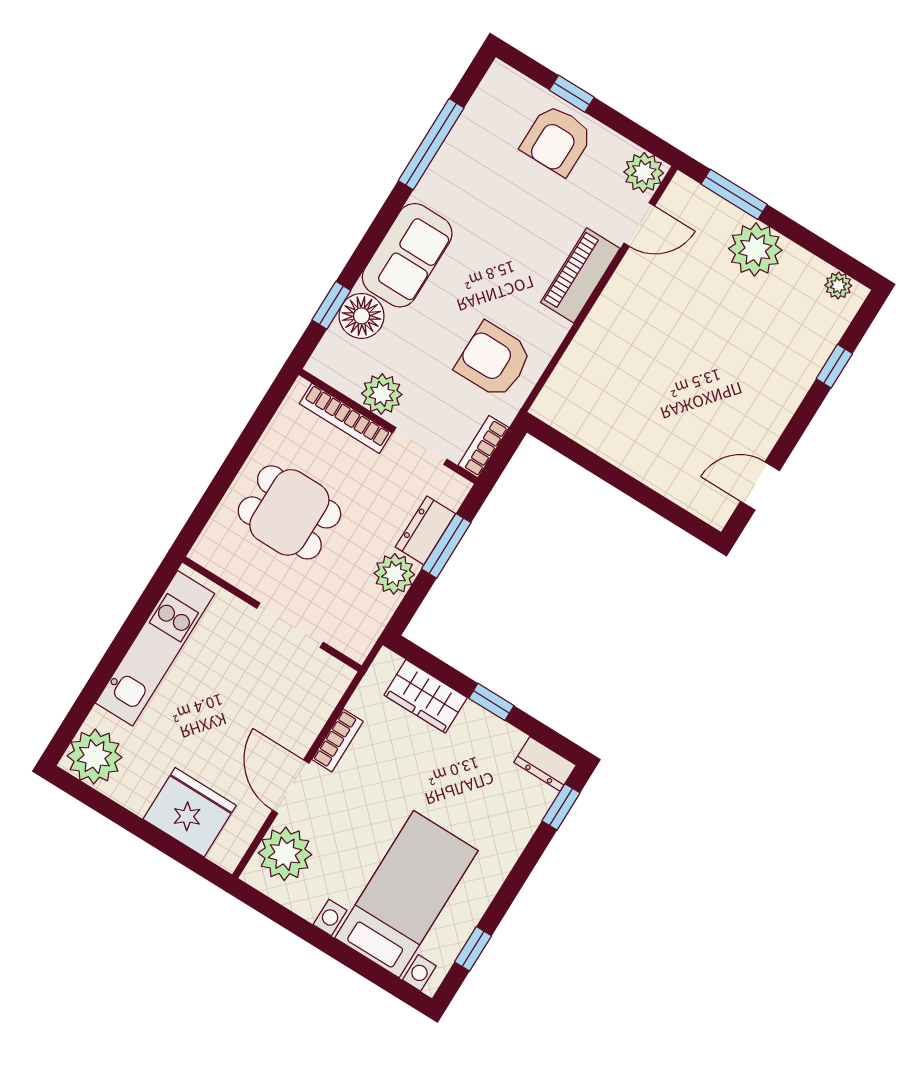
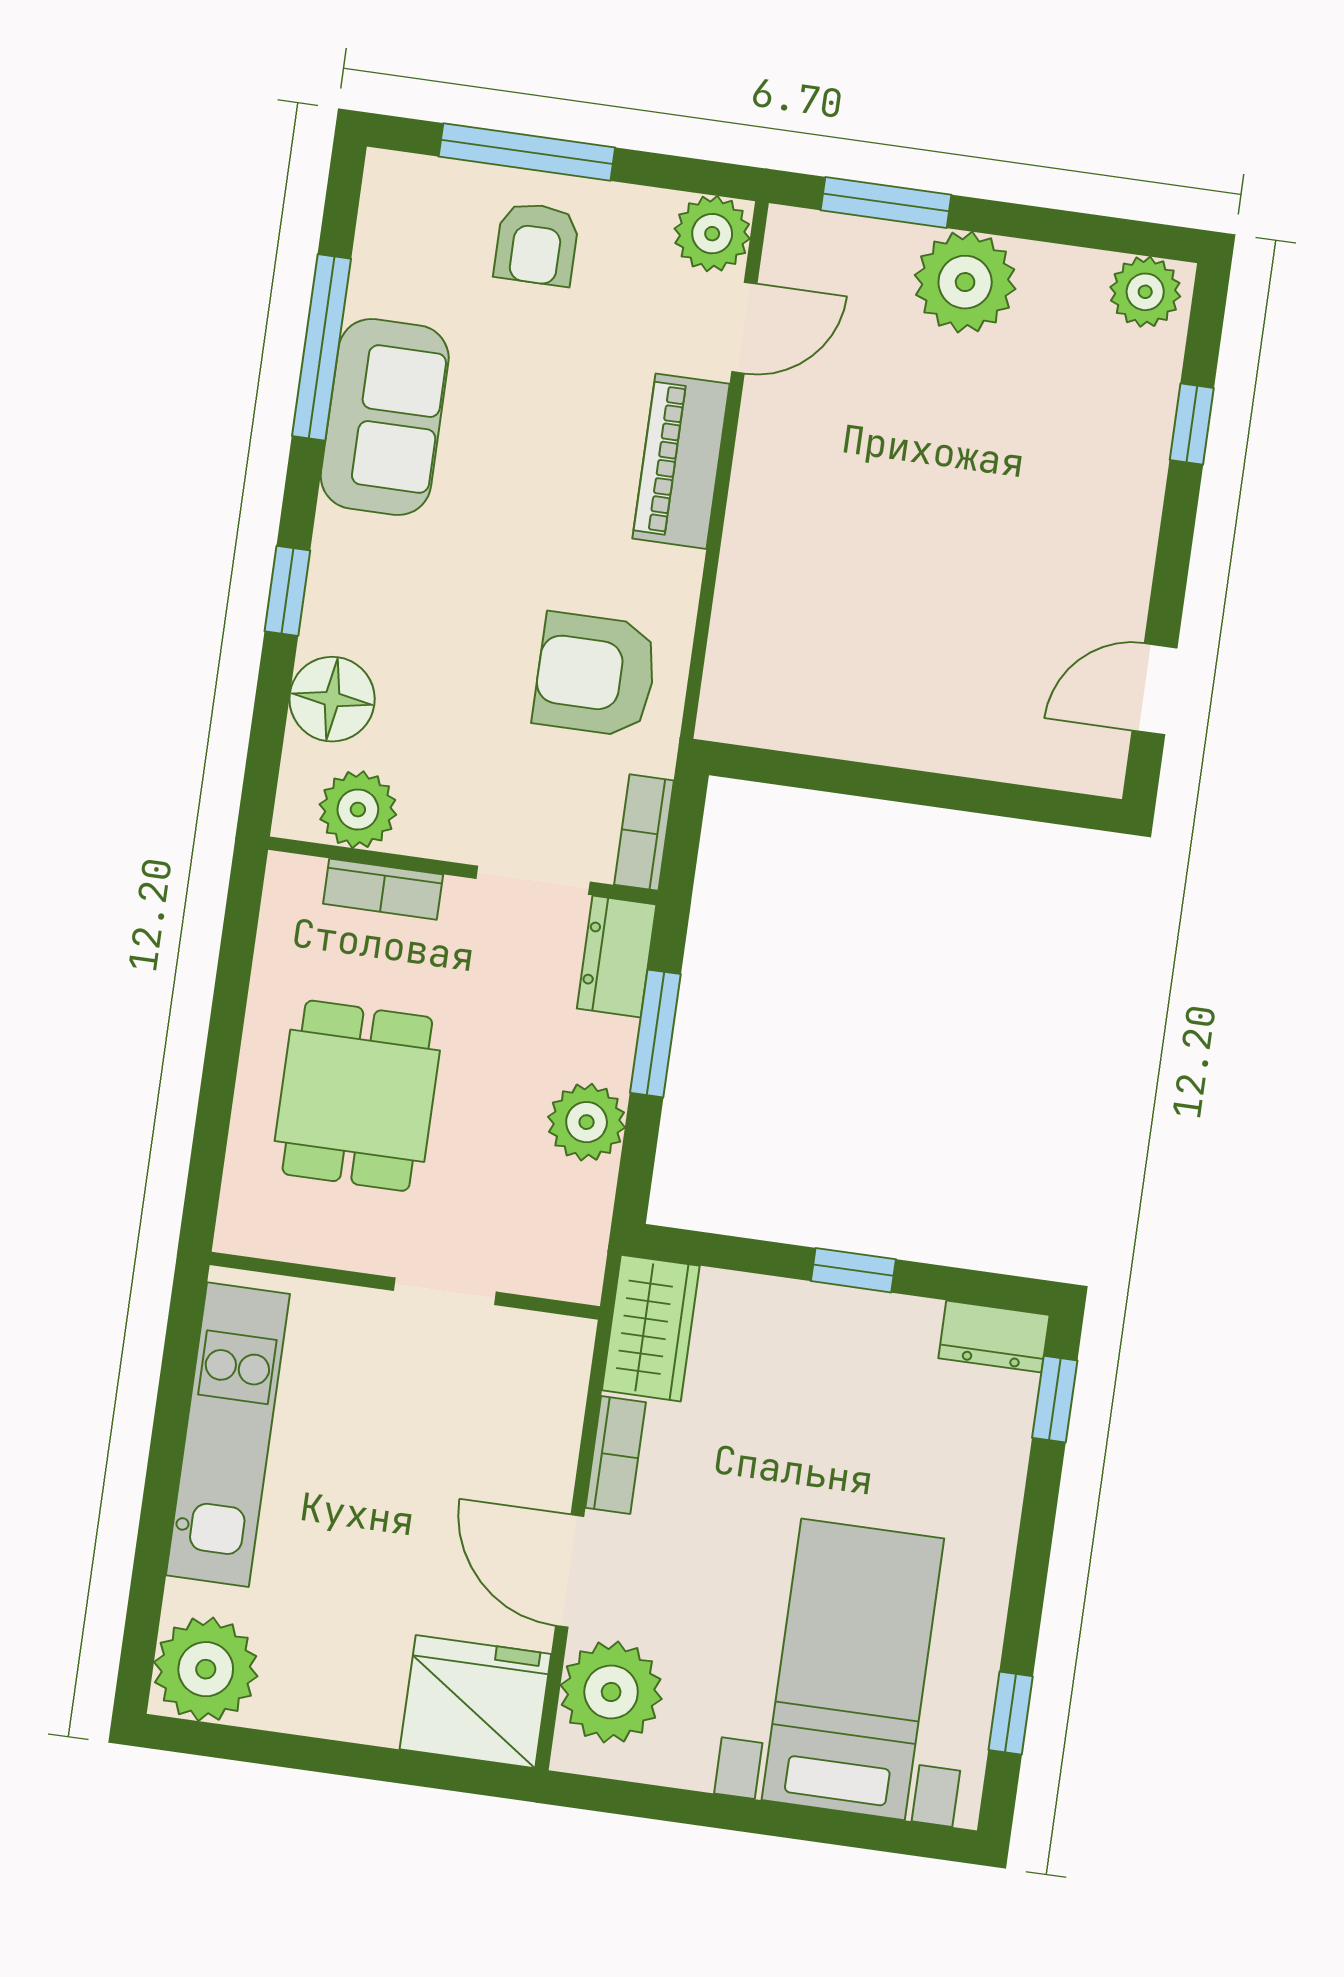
window: (572, 94) -> (527, 152), width x2.17
armchair: (557, 140) -> (536, 244), width x0.72, depth x0.72
sofa: (407, 255) -> (385, 417), moved
plant: (838, 285) -> (1145, 292), width x1.38, depth x1.38
window: (331, 305) -> (287, 591), moved
plant: (382, 394) -> (358, 810), moved
bookcase: (346, 418) -> (383, 889), width x0.64
dining table: (289, 512) -> (357, 1096), turned 90
dresser: (425, 530) -> (617, 957), moved
doorway: (290, 625) -> (445, 1291), width x0.73
wardrobe: (426, 696) -> (651, 1328), moved, turned -90
fridge: (190, 812) -> (475, 1702), moved

